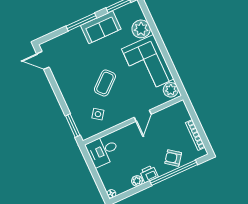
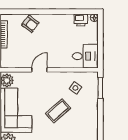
window: (174, 173) -> (35, 12), removed
printer: (149, 174) -> (81, 20), moved
plant: (137, 181) -> (68, 19), removed

